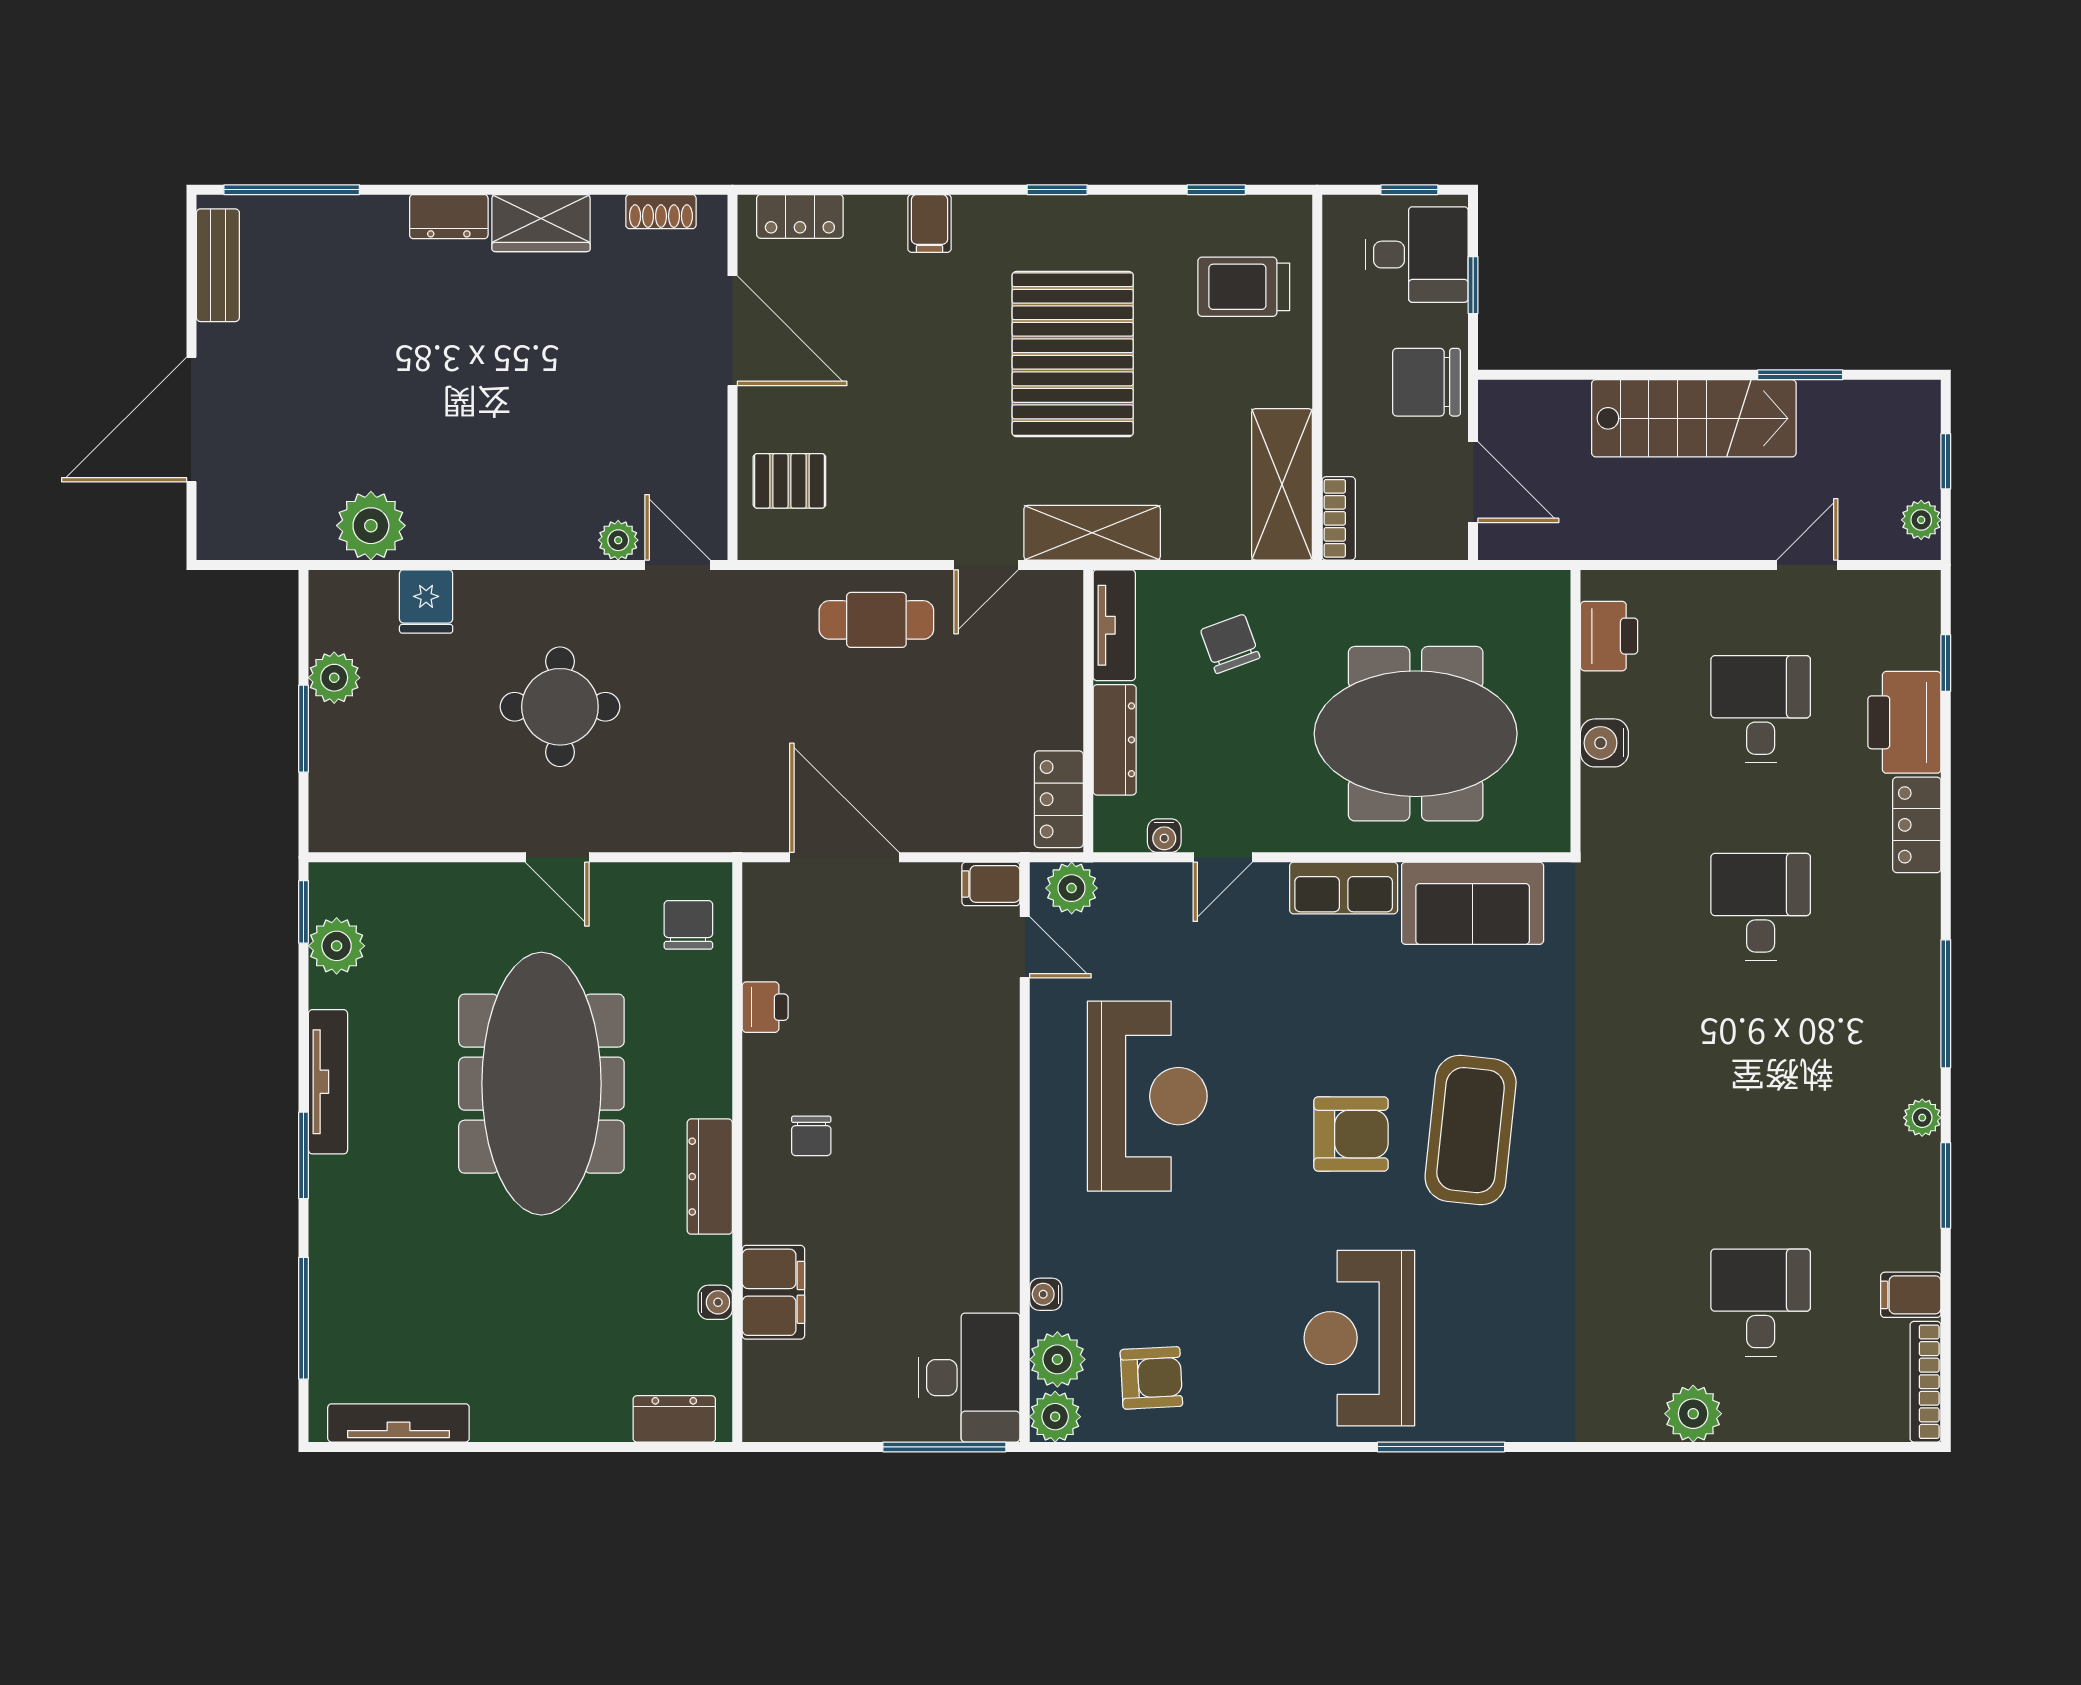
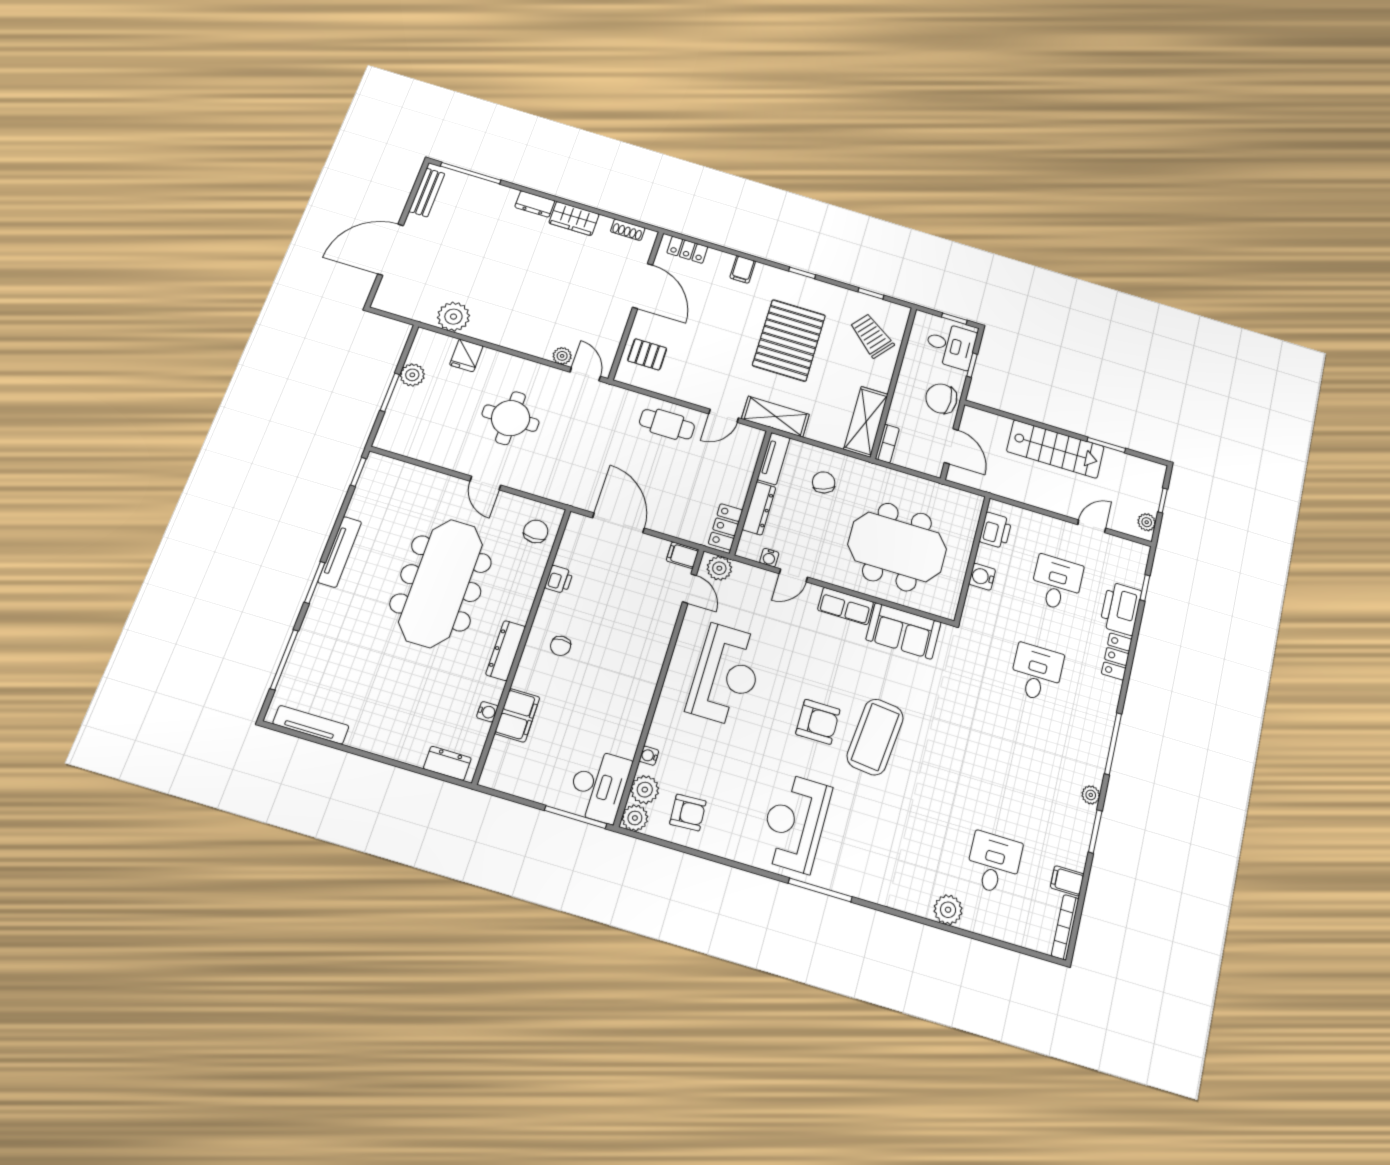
trolley: (1244, 287) -> (872, 336), turned 39
plant: (337, 946) -> (368, 492), removed

